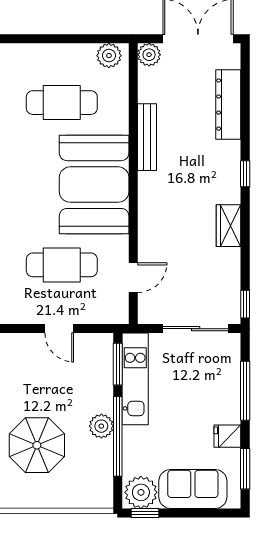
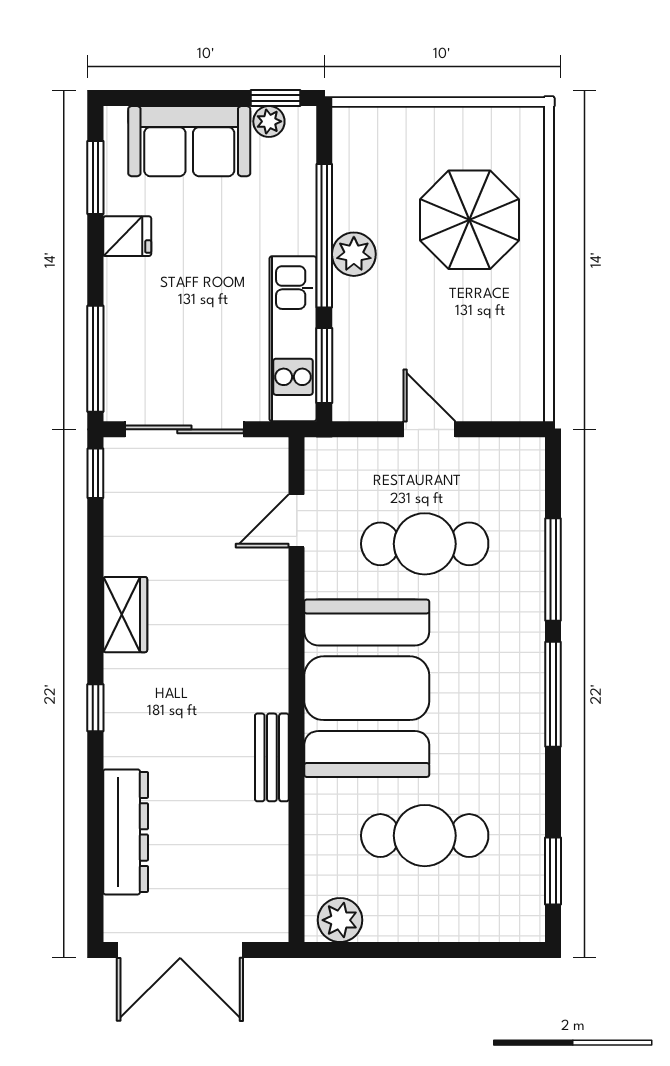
plant: (149, 55) -> (268, 922), removed
bench: (147, 137) -> (272, 757), width x0.73
window: (245, 391) -> (95, 359), moved
plant: (141, 492) -> (269, 121), width x0.53, depth x0.53

